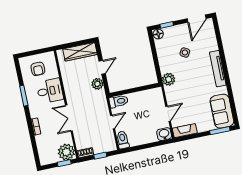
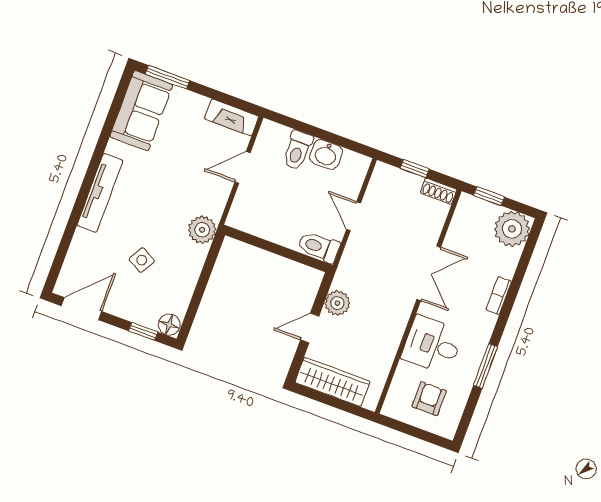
door: (112, 122) -> (354, 216), hinge flipped
washbasin: (164, 134) -> (326, 154), moved
toilet: (123, 140) -> (297, 150), moved
plant: (66, 152) -> (512, 229), moved

